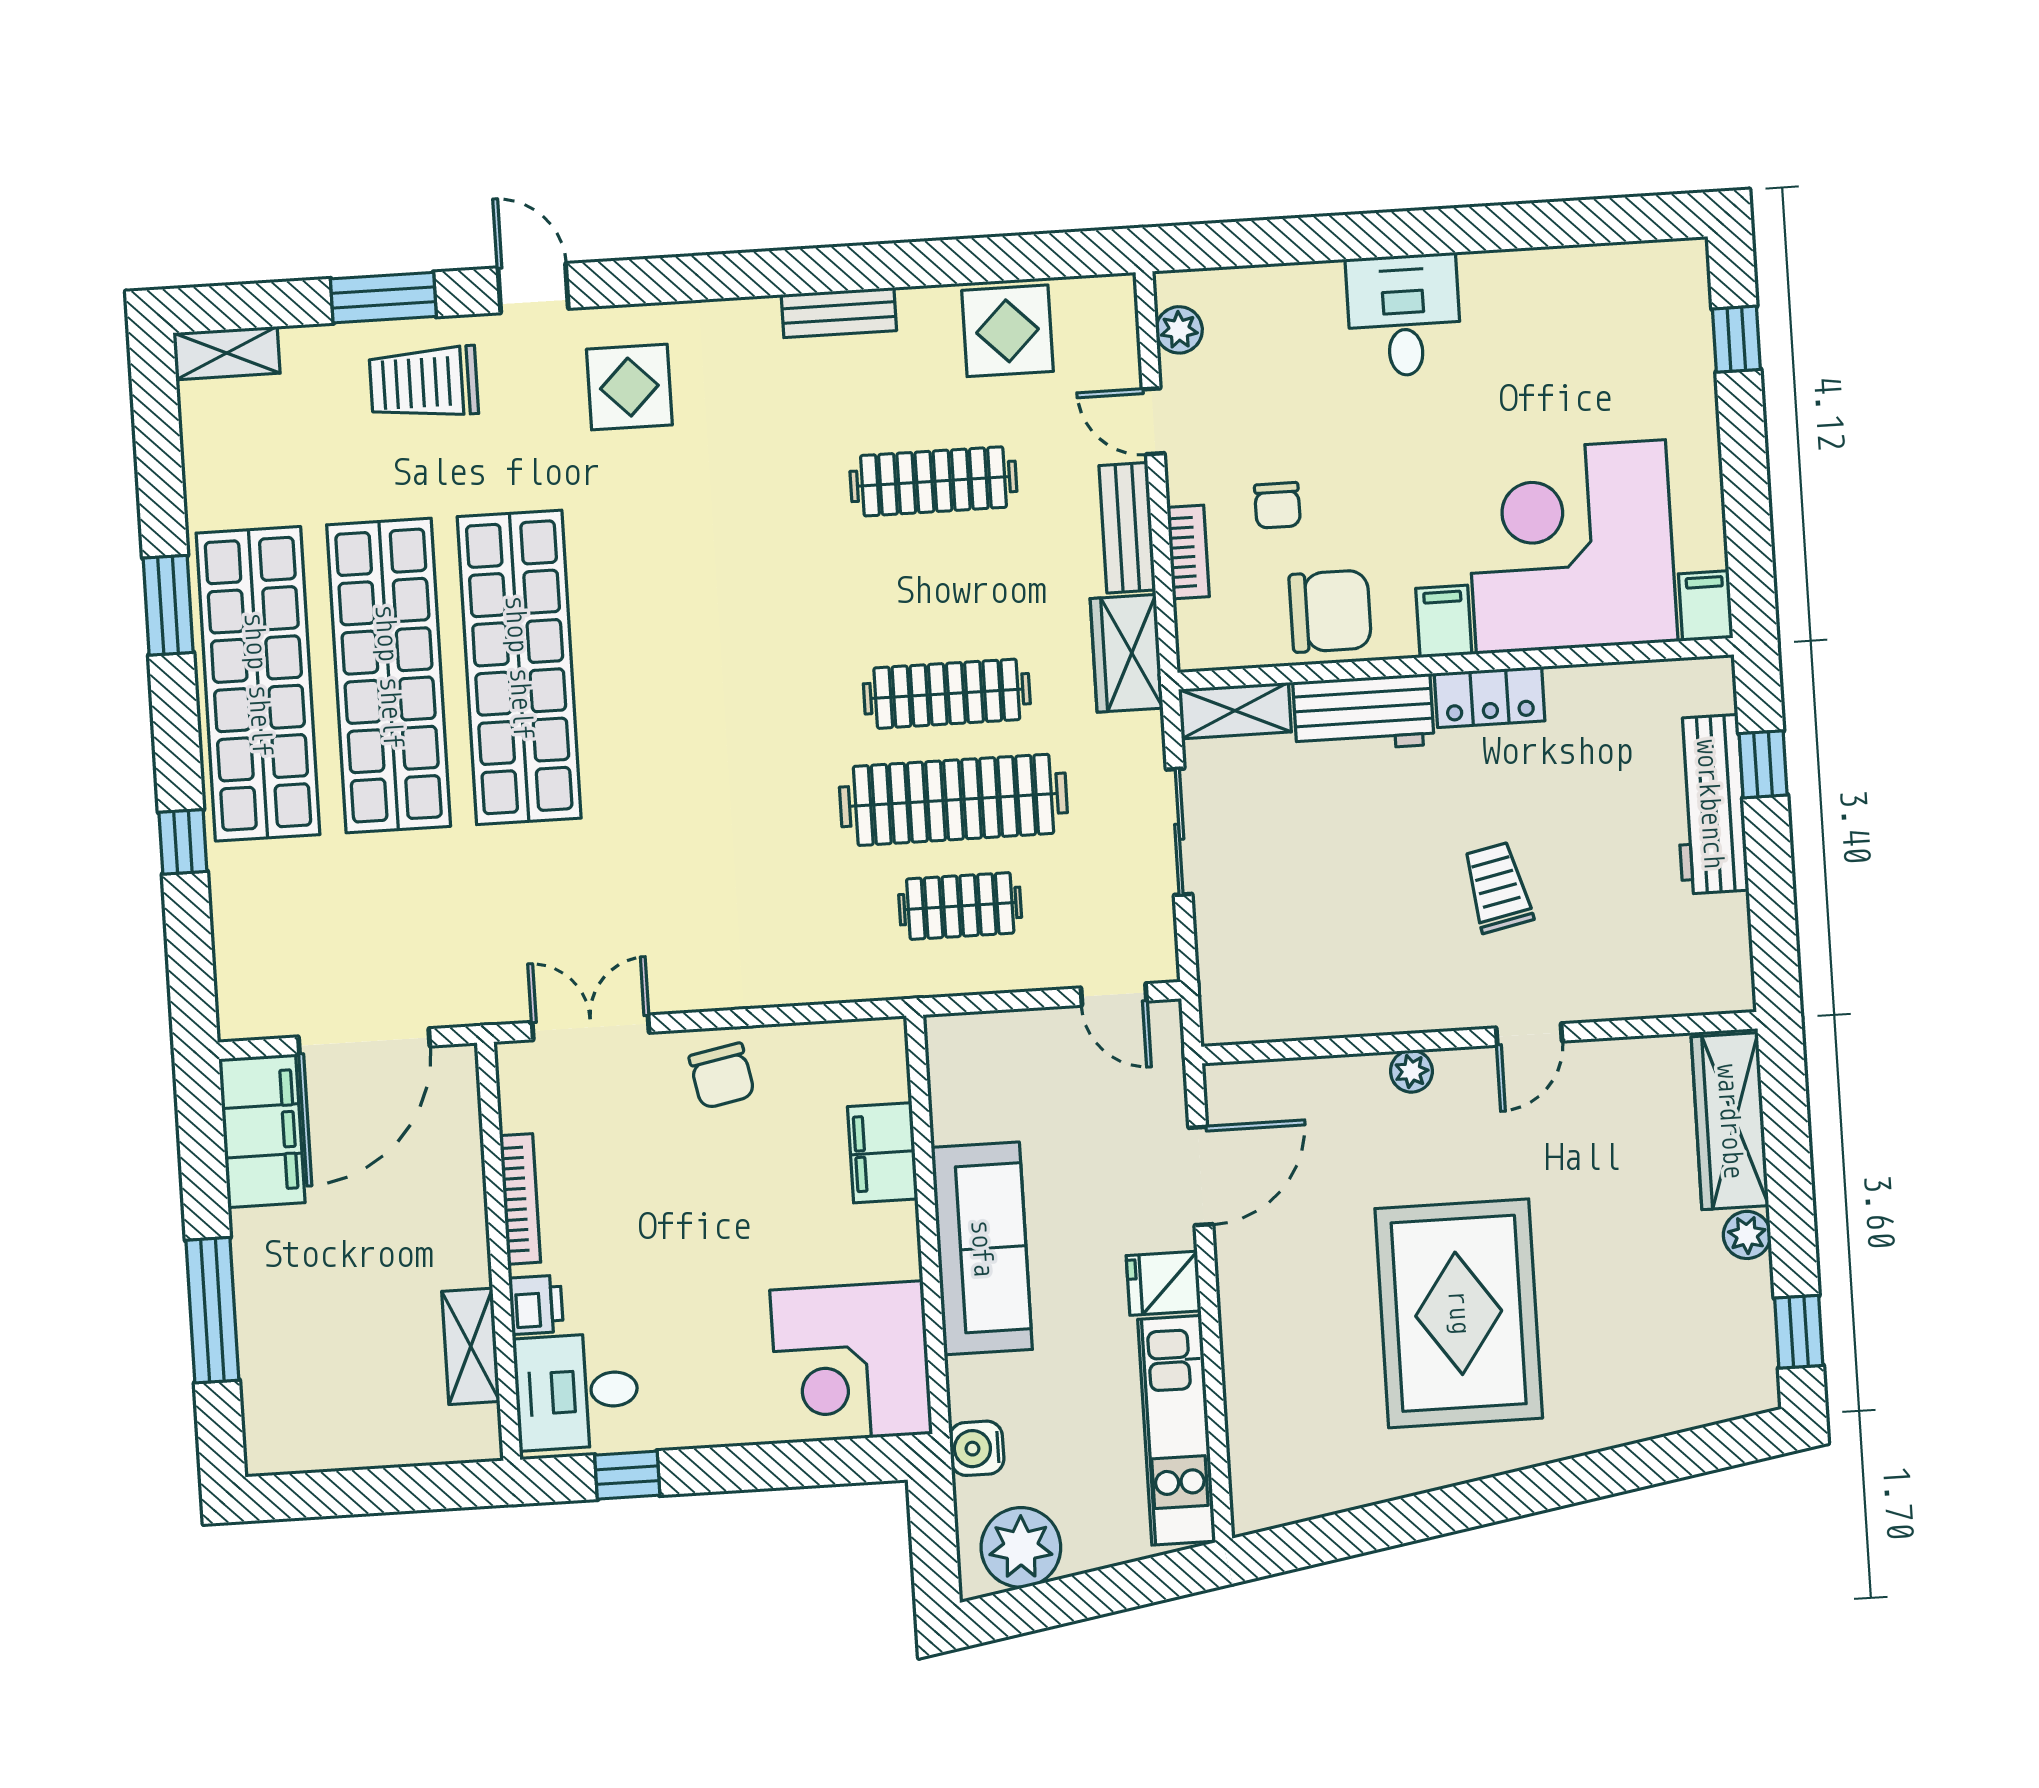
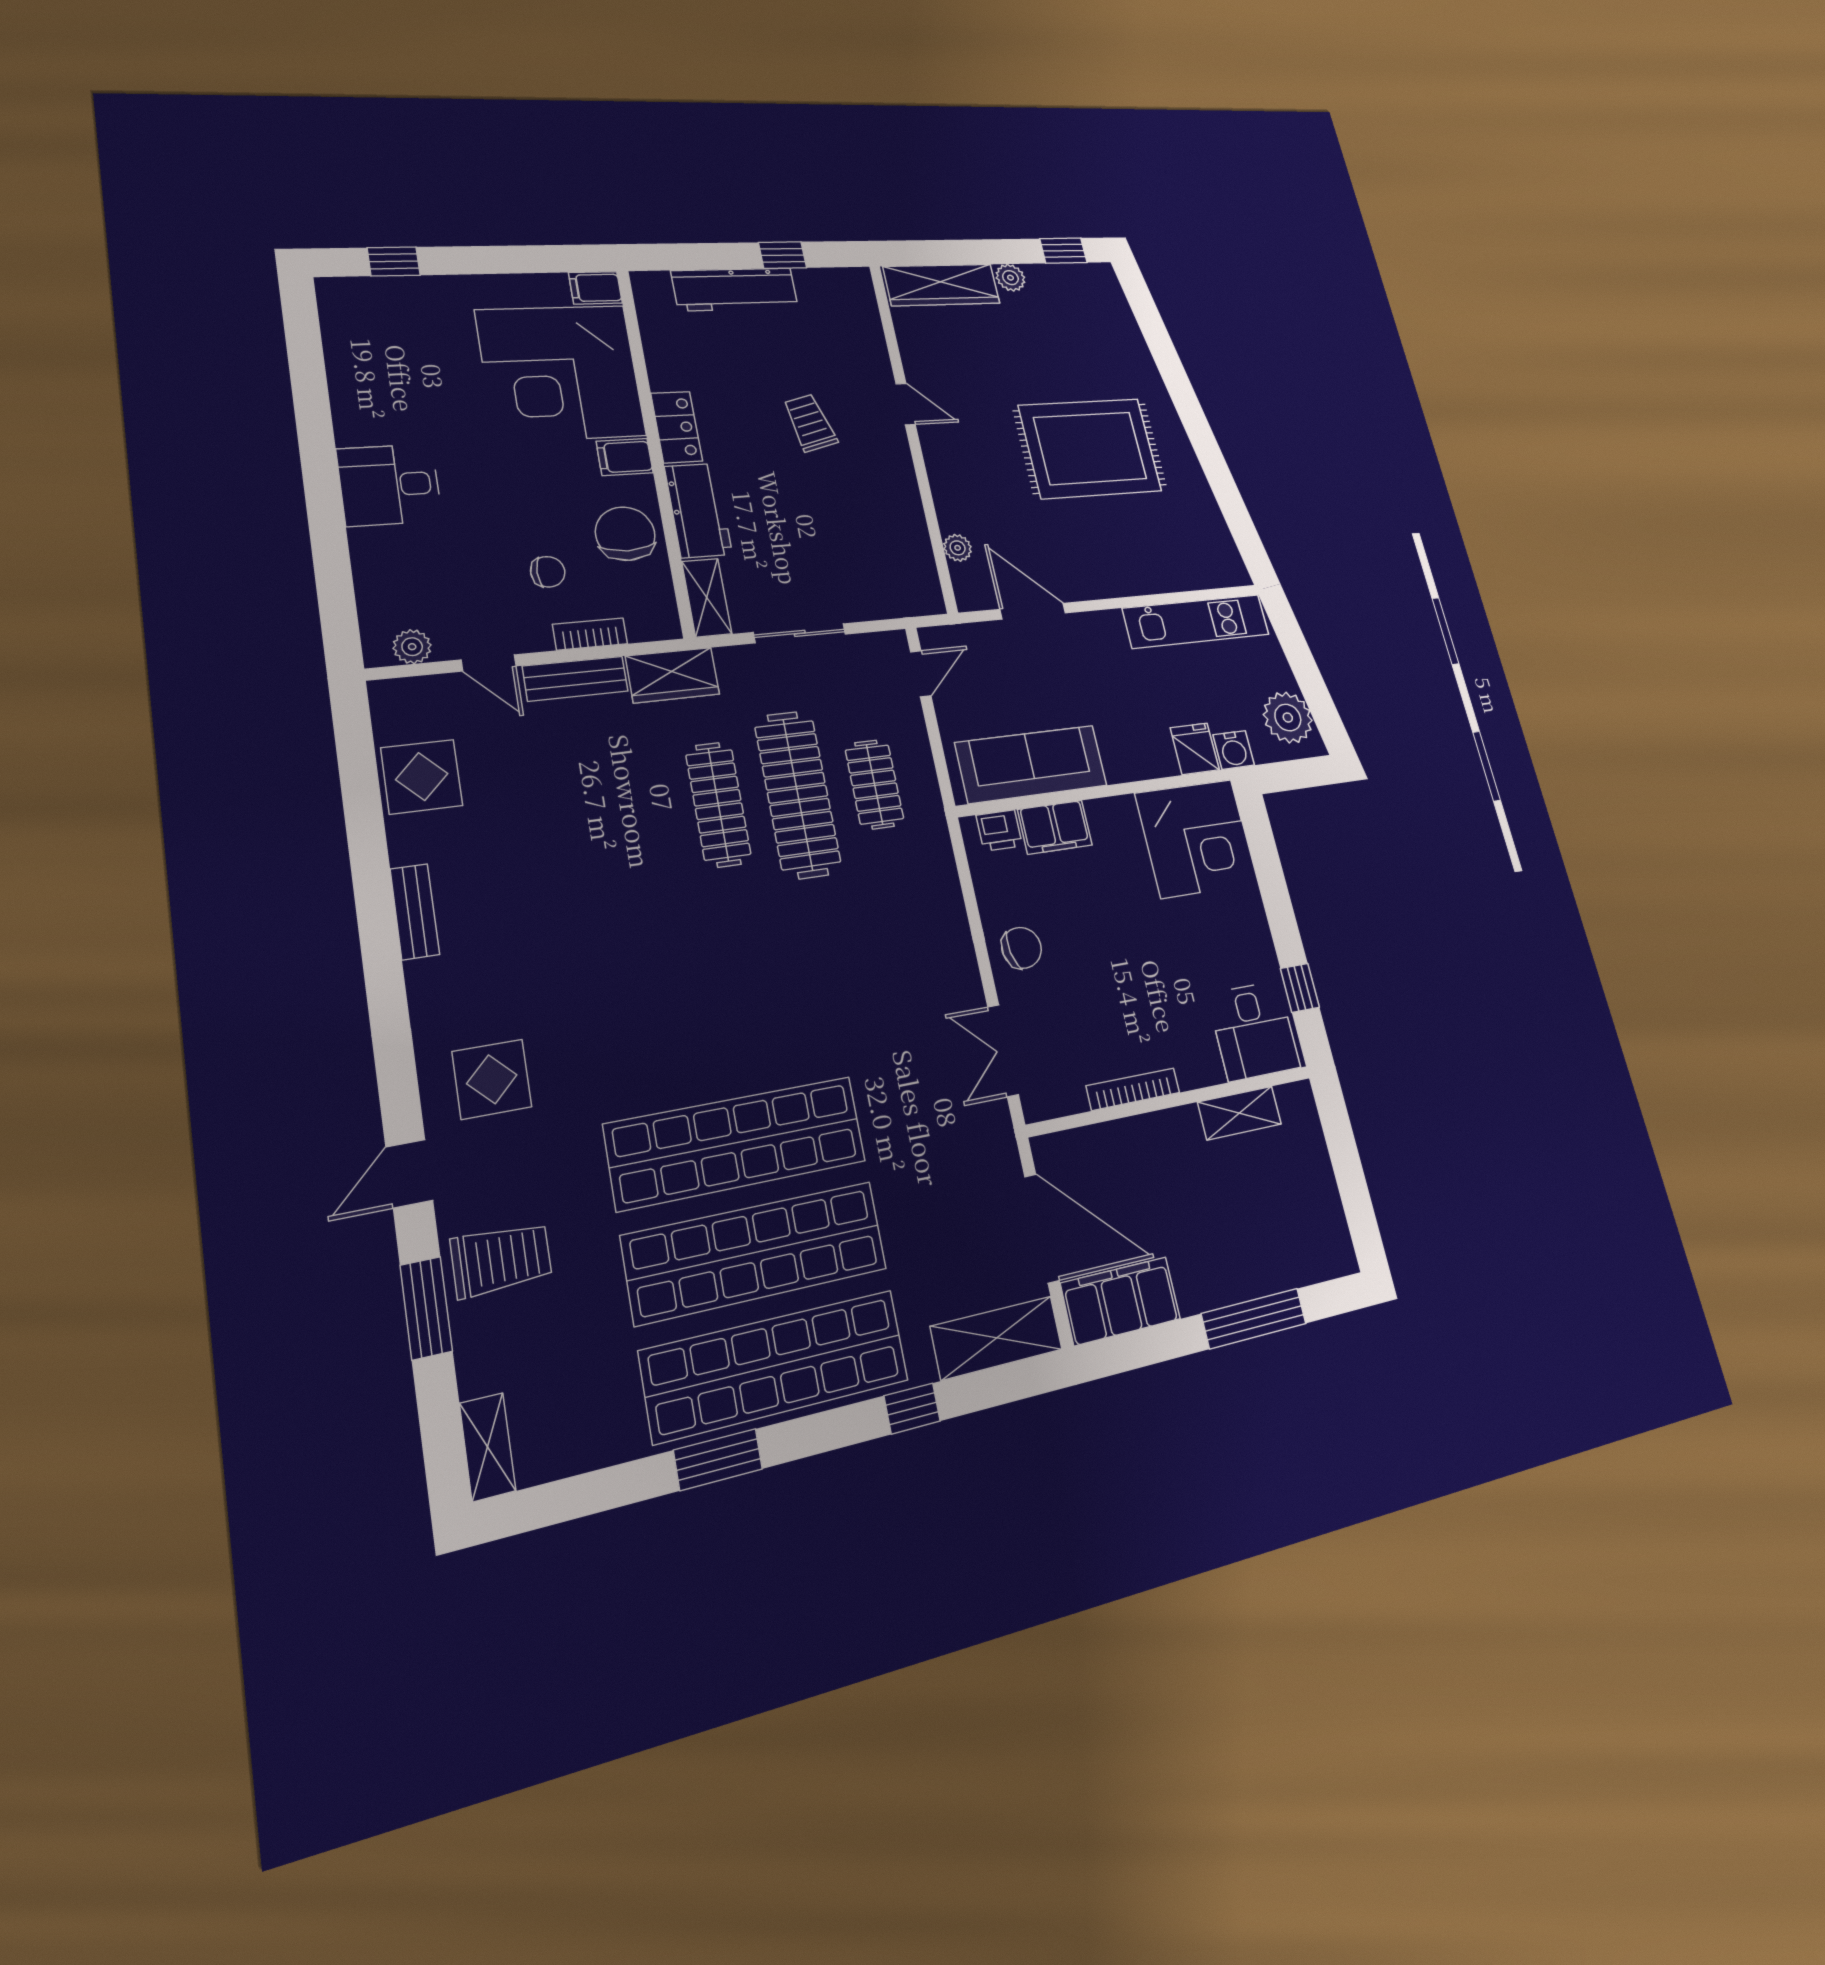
trolley: (424, 383) -> (501, 1259), turned -90
door: (1153, 421) -> (489, 663), hinge flipped
clothes rail: (933, 481) -> (551, 826), removed
window: (1763, 764) -> (783, 255), moved
trolley: (1498, 888) -> (810, 423), turned 88
shelving: (245, 960) -> (997, 1338), added
plant: (1411, 1071) -> (958, 548), moved
sofa: (982, 1248) -> (1031, 764), moved
fridge: (1164, 1283) -> (1195, 749), moved, turned 180
printer: (536, 1305) -> (999, 830), moved, turned 180

